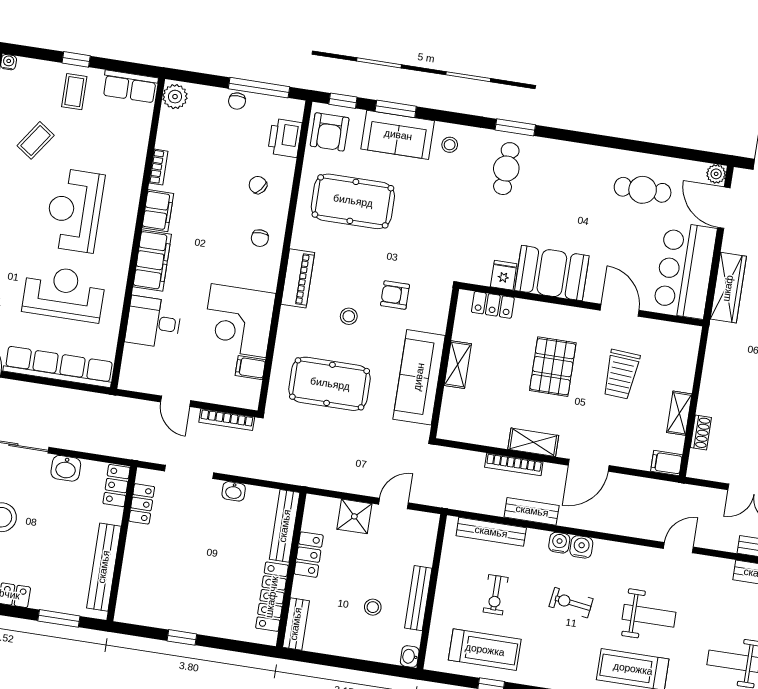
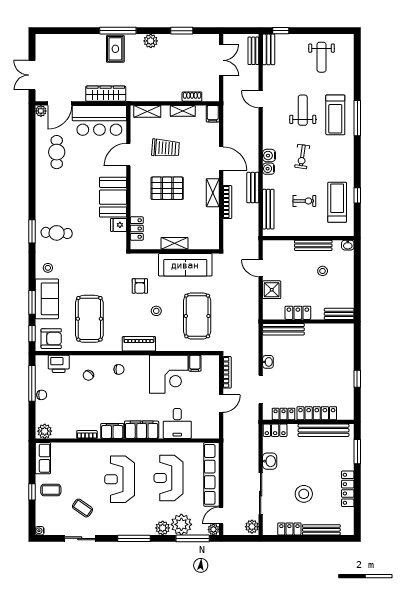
reception desk: (74, 210) -> (120, 479), turned 90
shelving: (688, 353) -> (147, 111), added
locker: (272, 597) -> (317, 413), moved, turned 180

